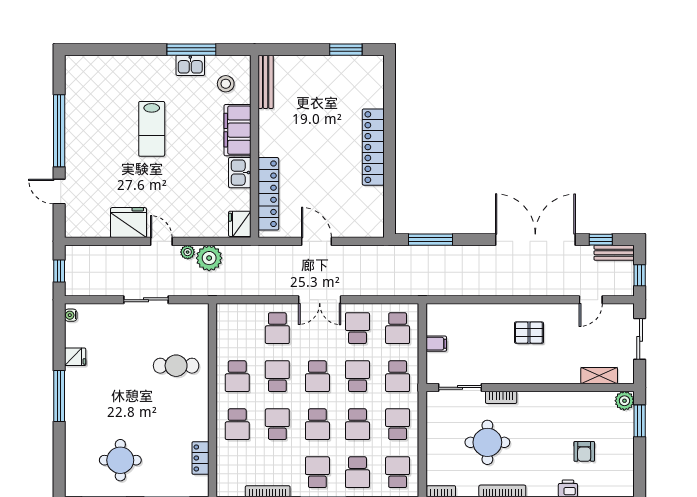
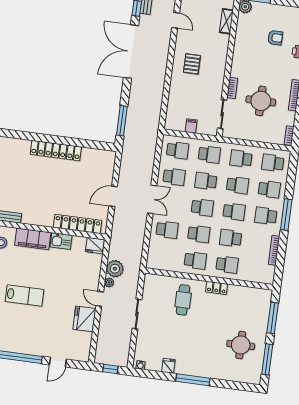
door: (161, 241) -> (100, 299), hinge flipped
school desk: (357, 328) -> (174, 177), turned 180
school desk: (277, 376) -> (199, 234), turned 180
locker: (200, 458) -> (217, 288), moved

